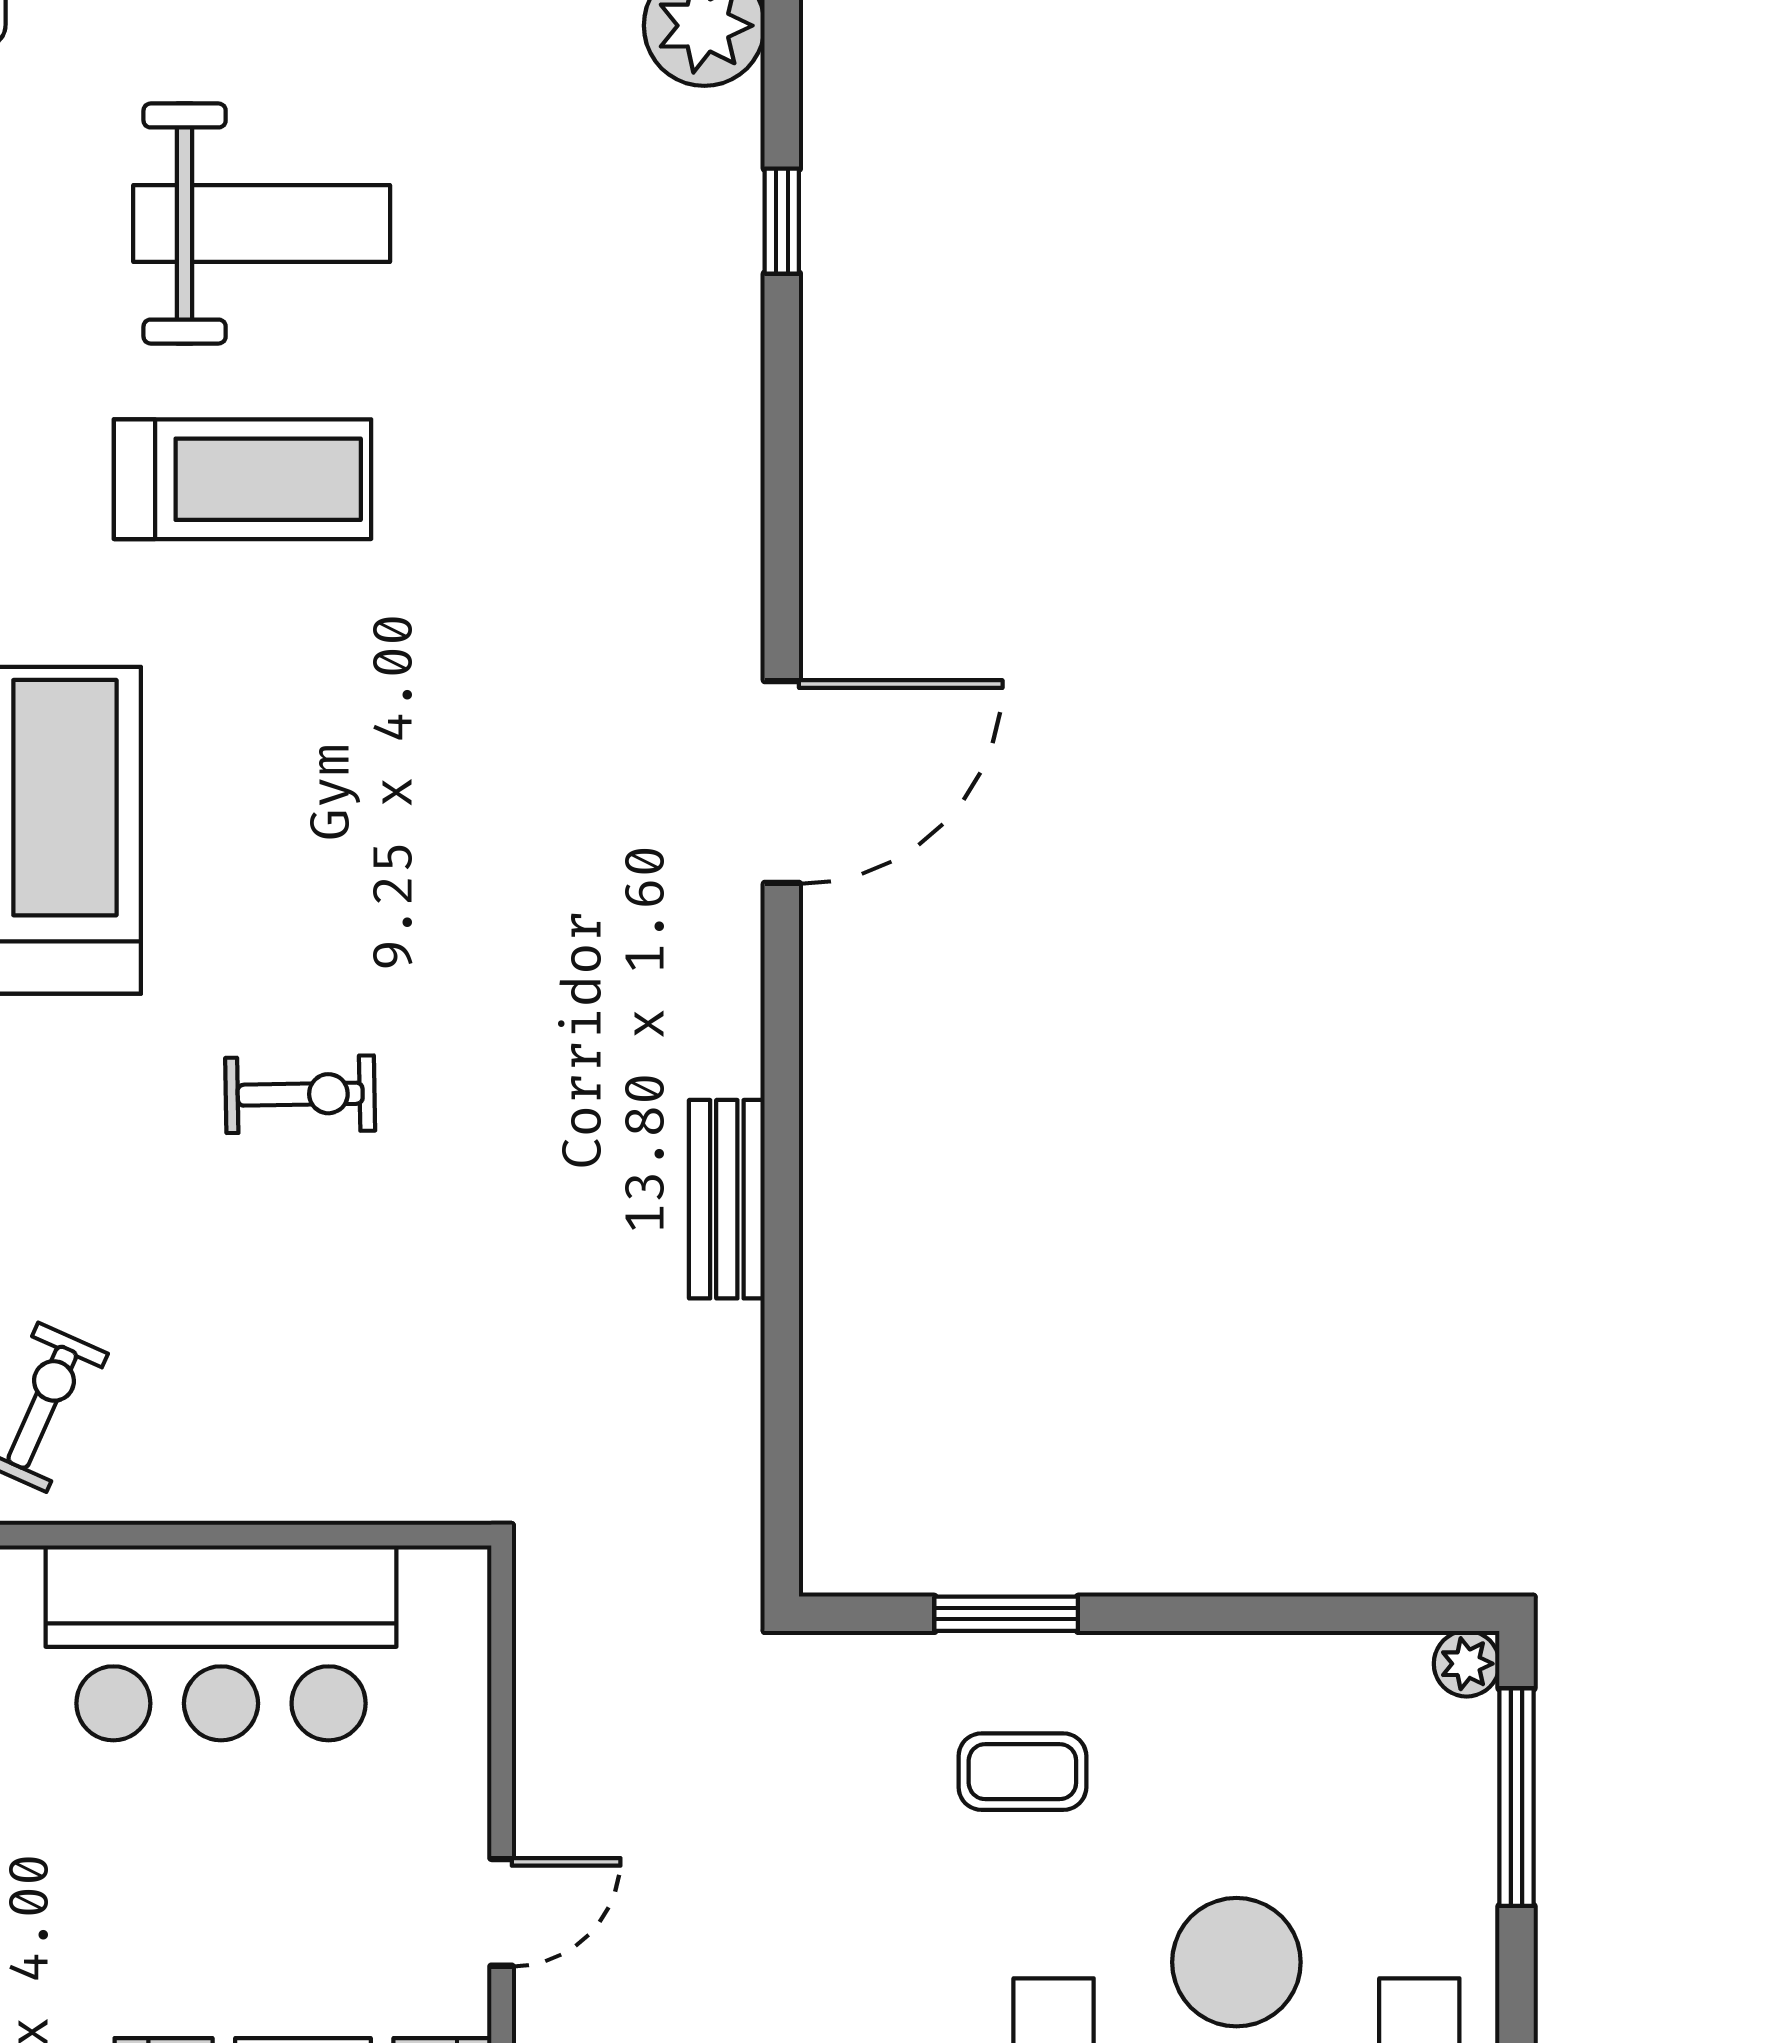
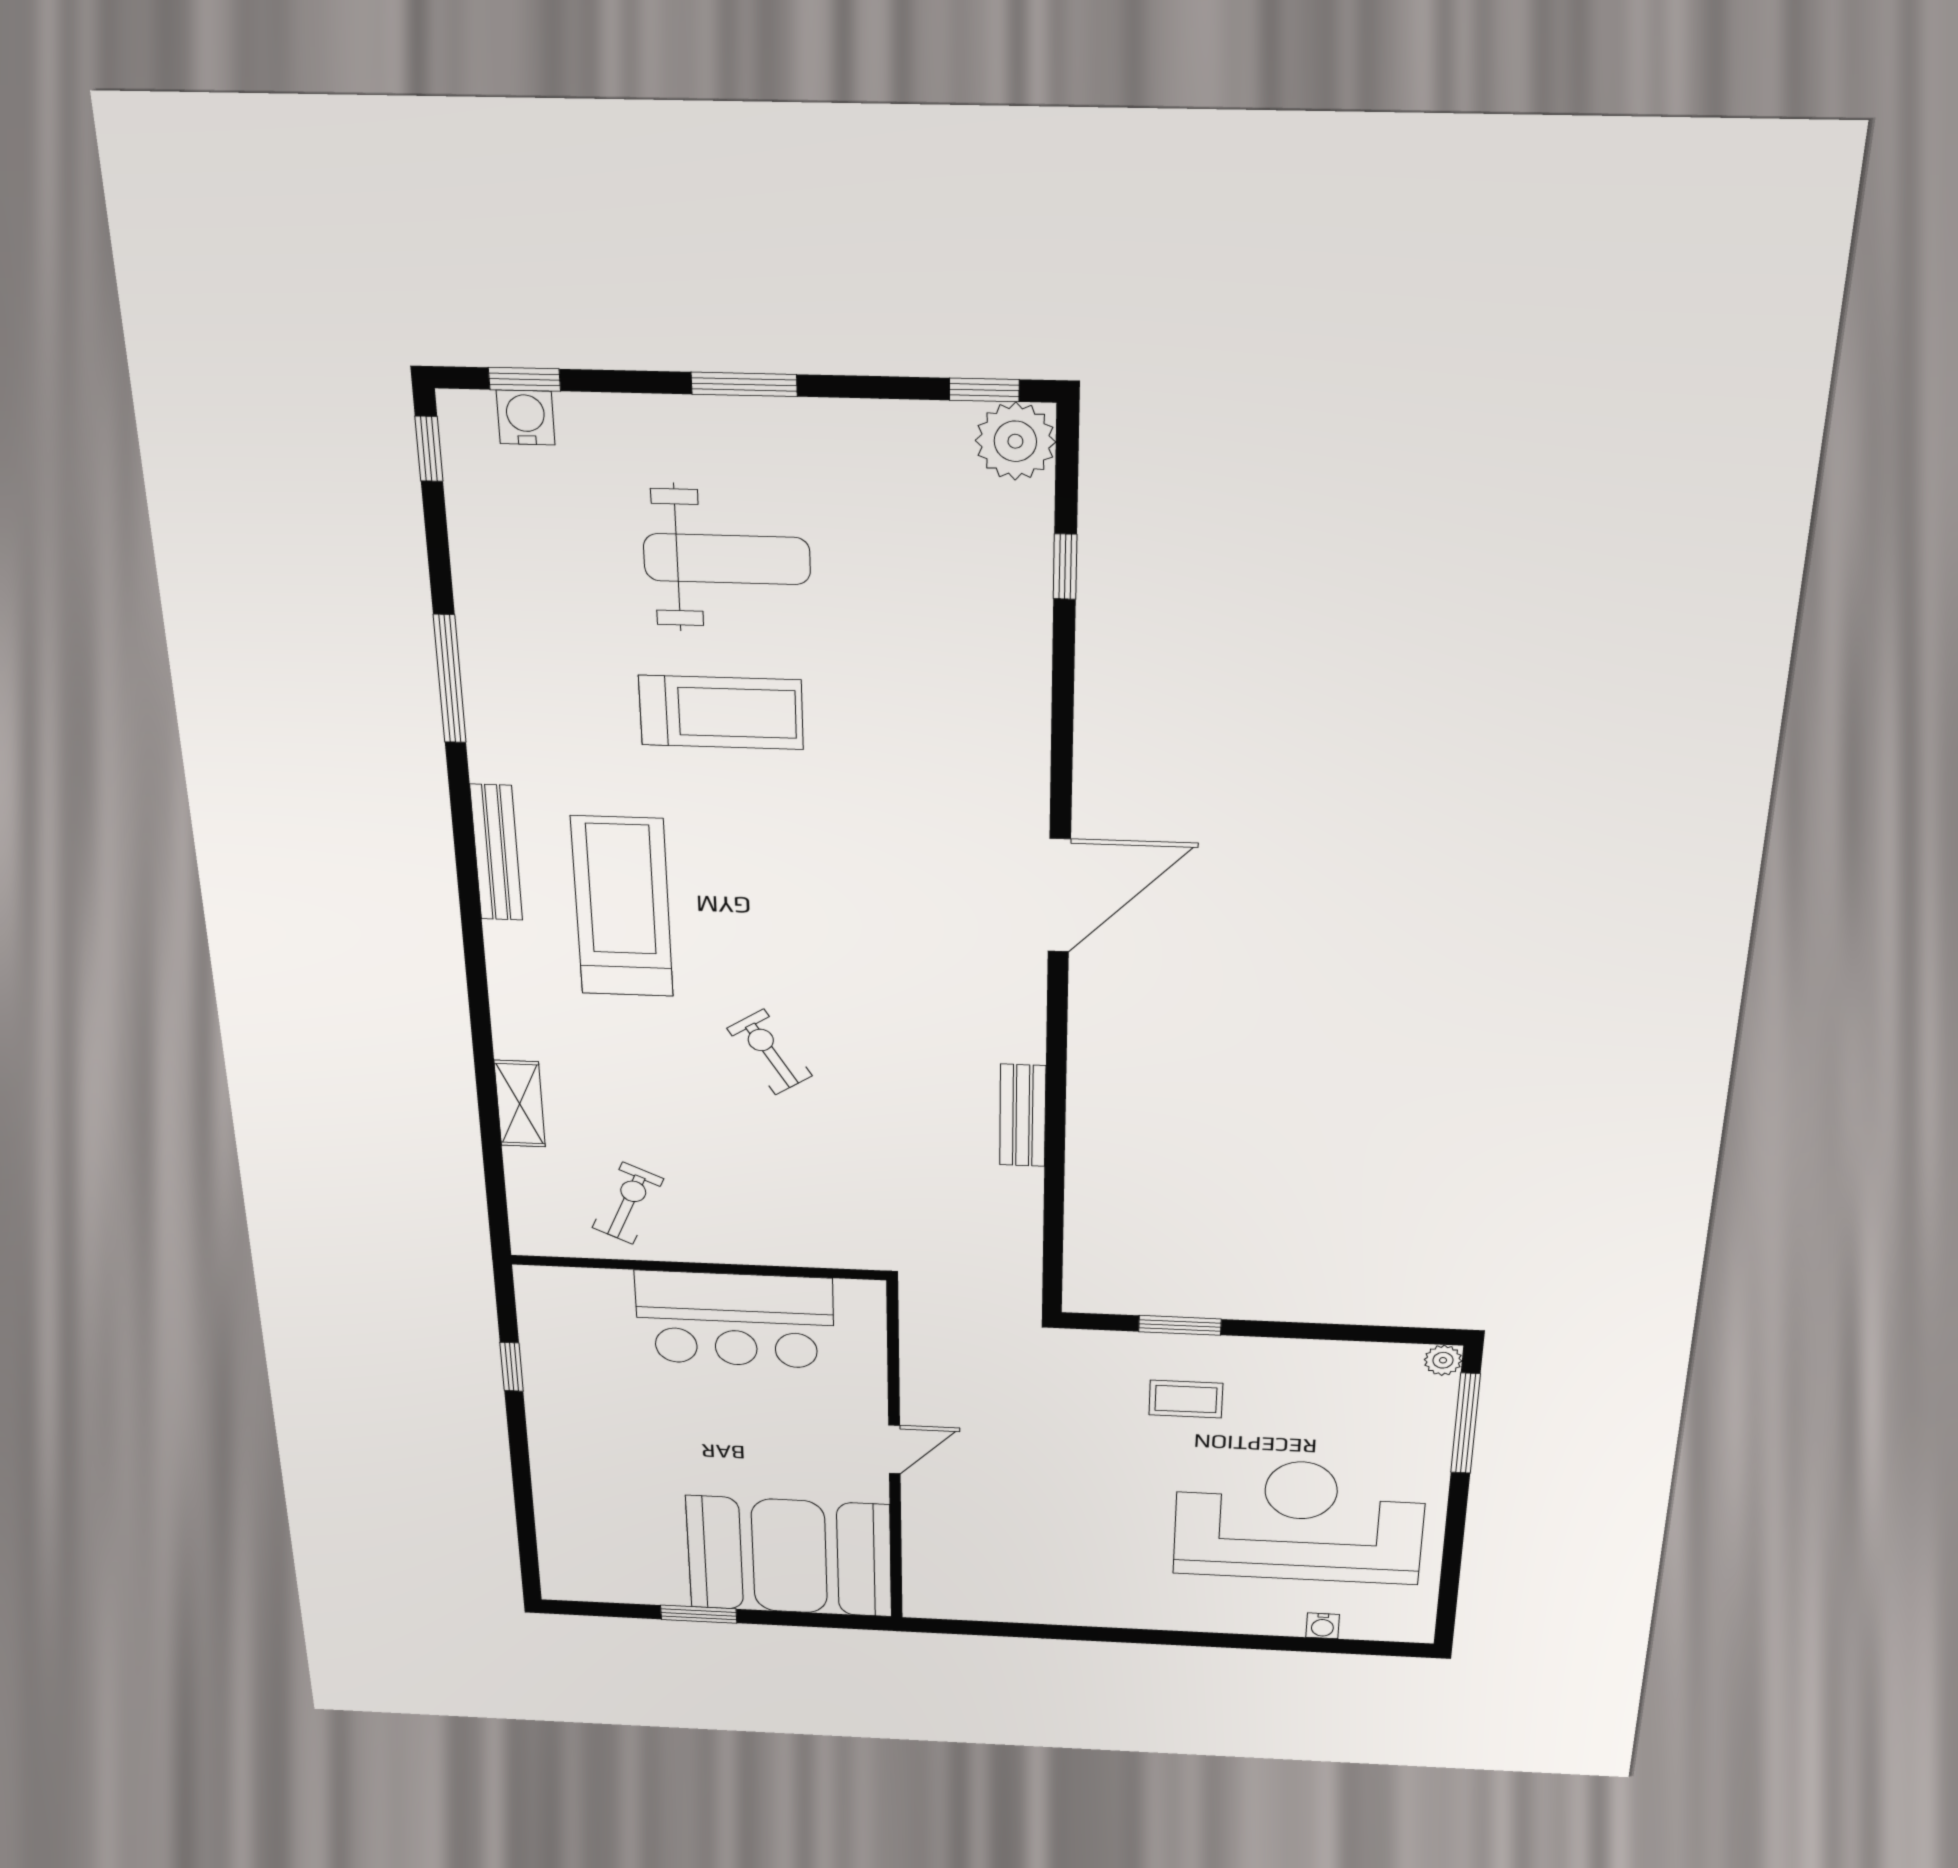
exercise bike: (300, 1094) -> (770, 1052), turned -121

